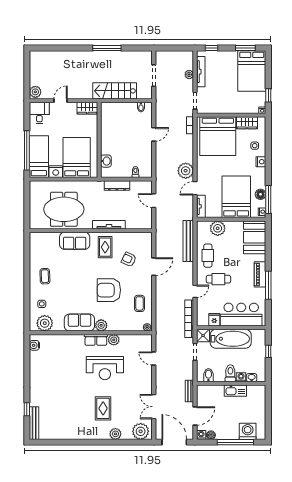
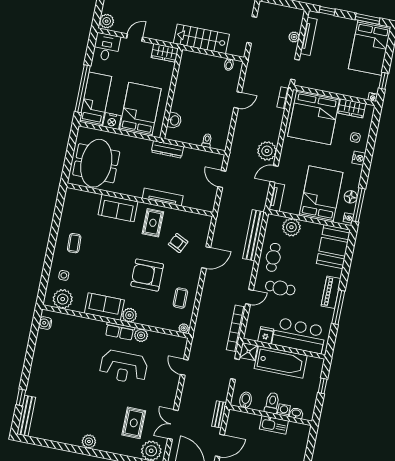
dresser: (117, 186) -> (167, 149), moved
meeting table: (64, 209) -> (96, 163), moved, turned 90
rug: (103, 408) -> (134, 423), moved
plant: (115, 434) -> (89, 441), moved

